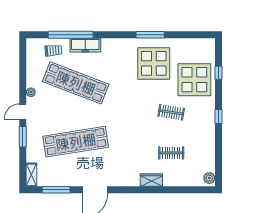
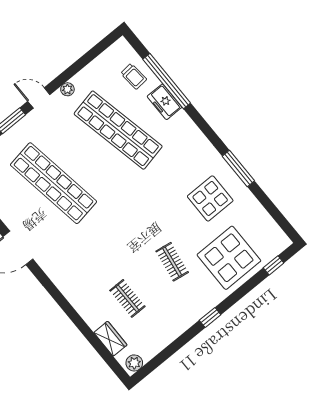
freezer: (85, 45) -> (164, 102), width x0.71
display table: (154, 63) -> (210, 198), width x0.73, depth x0.73
window: (218, 73) -> (274, 265), moved
shop shelf: (76, 83) -> (118, 130), turned -33
wardrobe: (151, 180) -> (110, 339), moved

